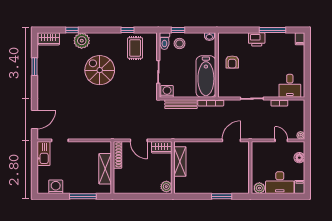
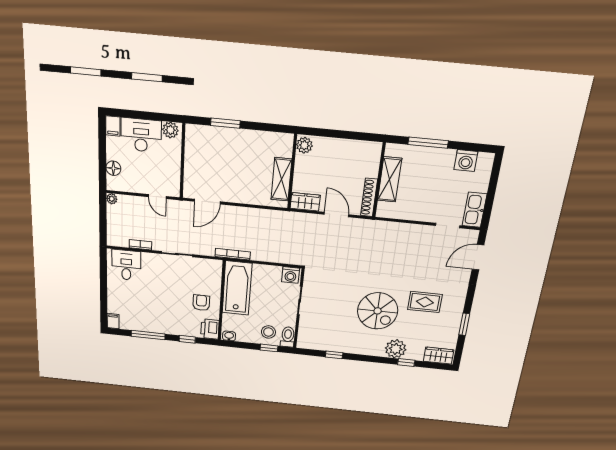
window: (242, 30) -> (187, 339), added
printer: (257, 39) -> (210, 329), moved, turned -90
rug: (135, 48) -> (425, 302), moved, turned 90
bench: (181, 104) -> (273, 257), removed
door: (281, 140) -> (157, 197), moved

